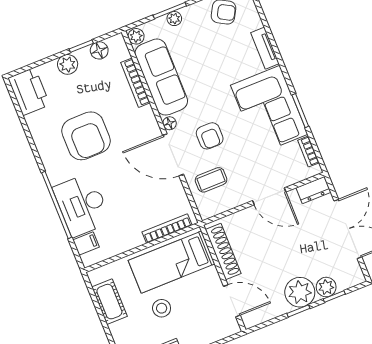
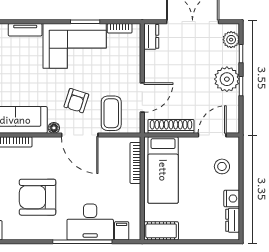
armchair: (86, 136) -> (38, 197), turned 180
armchair: (210, 136) -> (76, 101), turned 108
door: (173, 155) -> (80, 135), hinge flipped
coffee table: (211, 180) -> (111, 113), width x1.36, depth x1.30
door: (269, 196) -> (142, 98), moved
plant: (326, 287) -> (231, 40), moved
cot: (109, 302) -> (161, 231), moved
stool: (162, 308) -> (222, 166), moved

